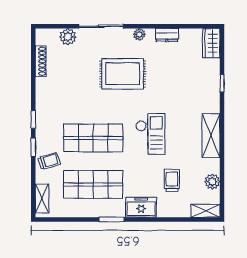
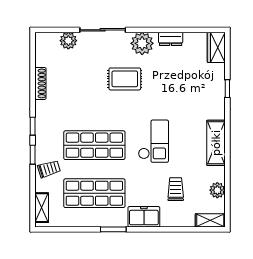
plant: (139, 34) -> (142, 43), width x1.88, depth x1.88
shoe rack: (41, 61) -> (40, 83), moved
rug: (123, 74) -> (125, 79), width x0.73, depth x0.70

